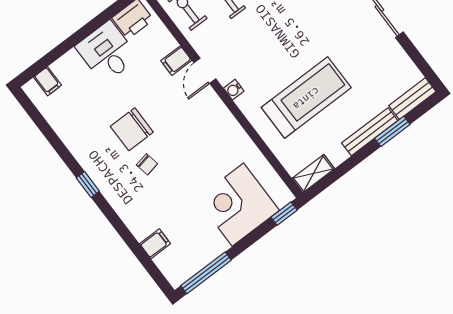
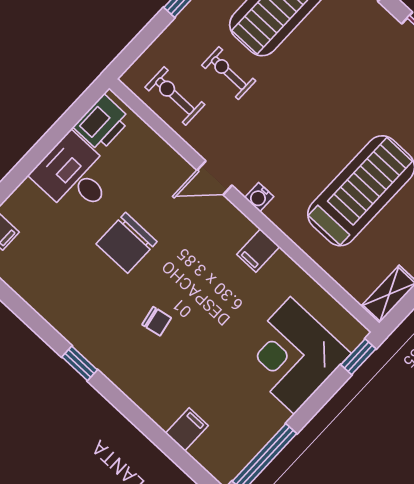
filing cabinet: (176, 61) -> (258, 251), moved
door: (205, 71) -> (214, 178), hinge flipped
chair: (132, 129) -> (127, 243), moved

